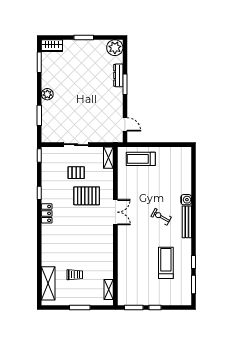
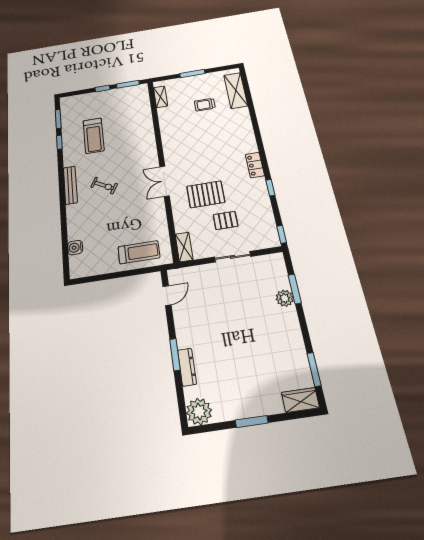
plant: (47, 94) -> (285, 298), moved
door: (125, 124) -> (167, 296), swing flipped
water cooler: (186, 200) -> (75, 248), moved

